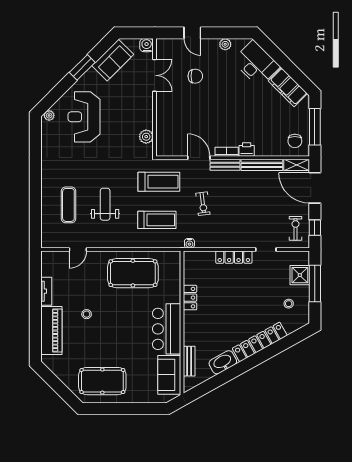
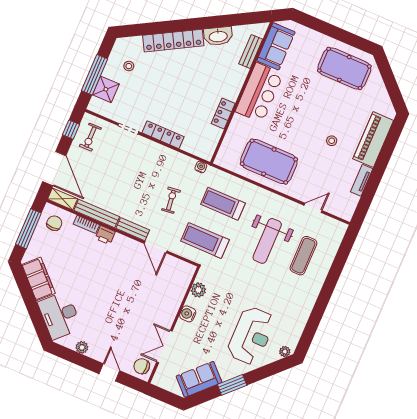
water cooler: (147, 45) -> (188, 314), moved, turned 90
chair: (195, 76) -> (142, 366), moved
bookcase: (227, 152) -> (86, 224), moved
weight bench: (105, 204) -> (267, 241), width x1.36, depth x1.33

